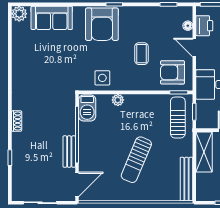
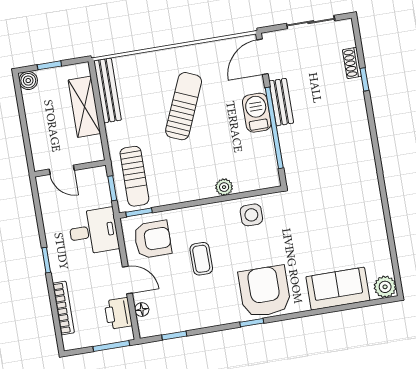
barbecue: (87, 108) -> (257, 113), moved
shoe rack: (17, 121) -> (352, 63), moved
shelving: (204, 152) -> (84, 107), moved

